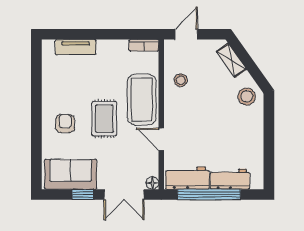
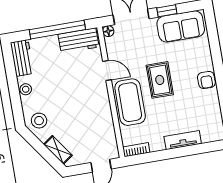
tv unit: (76, 47) -> (183, 140), moved
stool: (181, 80) -> (26, 89), moved
armchair: (65, 123) -> (206, 80), moved
workbench: (230, 179) -> (22, 58), moved, turned -90

